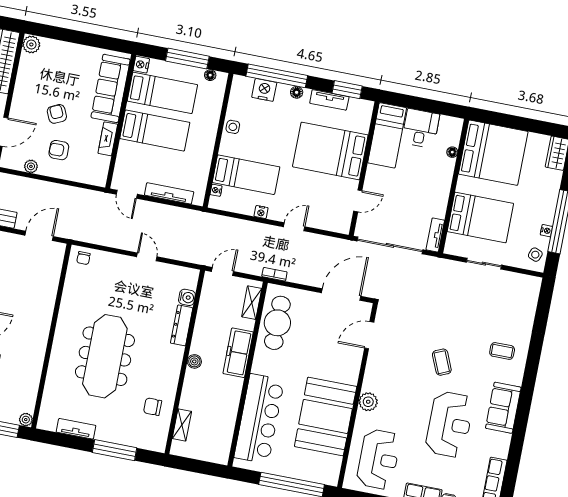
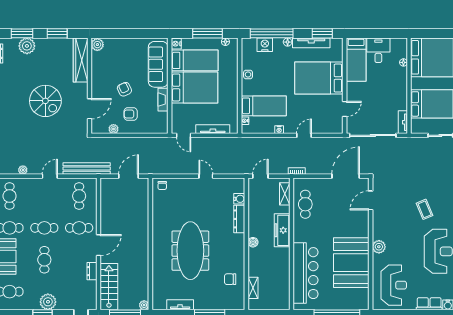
tv unit: (329, 100) -> (311, 43), width x1.41
bed: (155, 130) -> (195, 87), width x1.50
cafe table: (277, 323) -> (305, 204), width x0.73, depth x0.74

